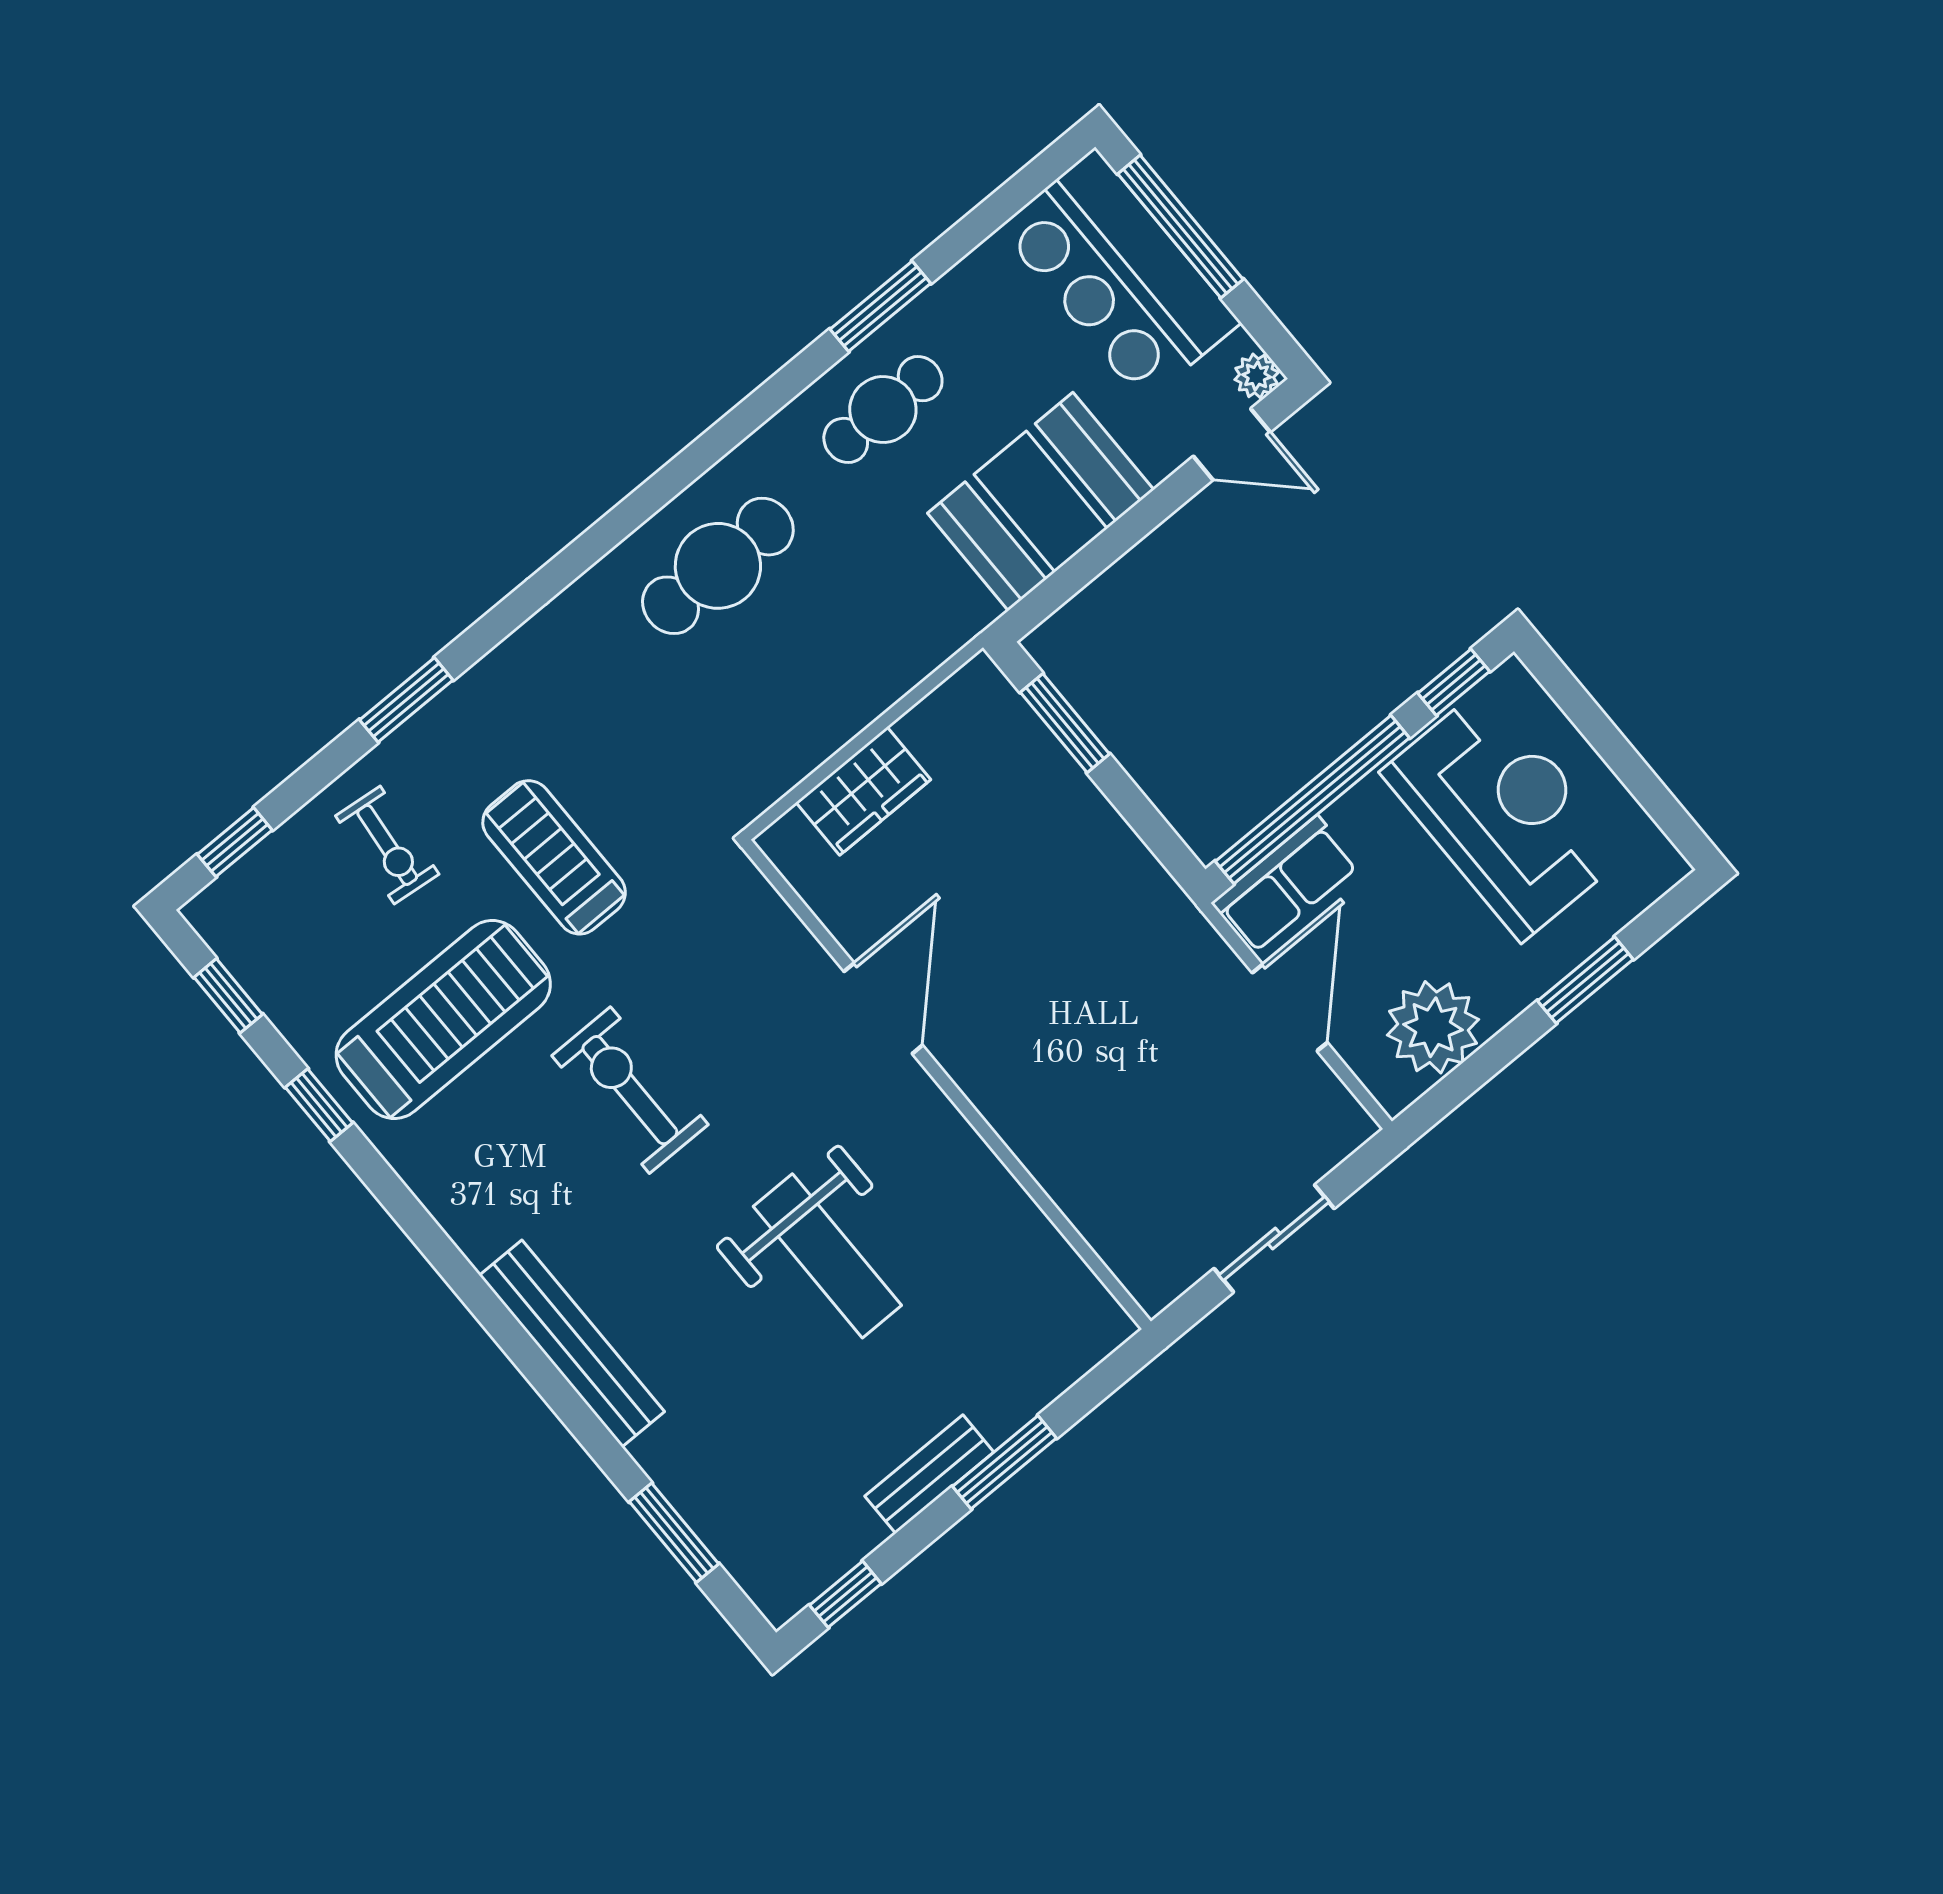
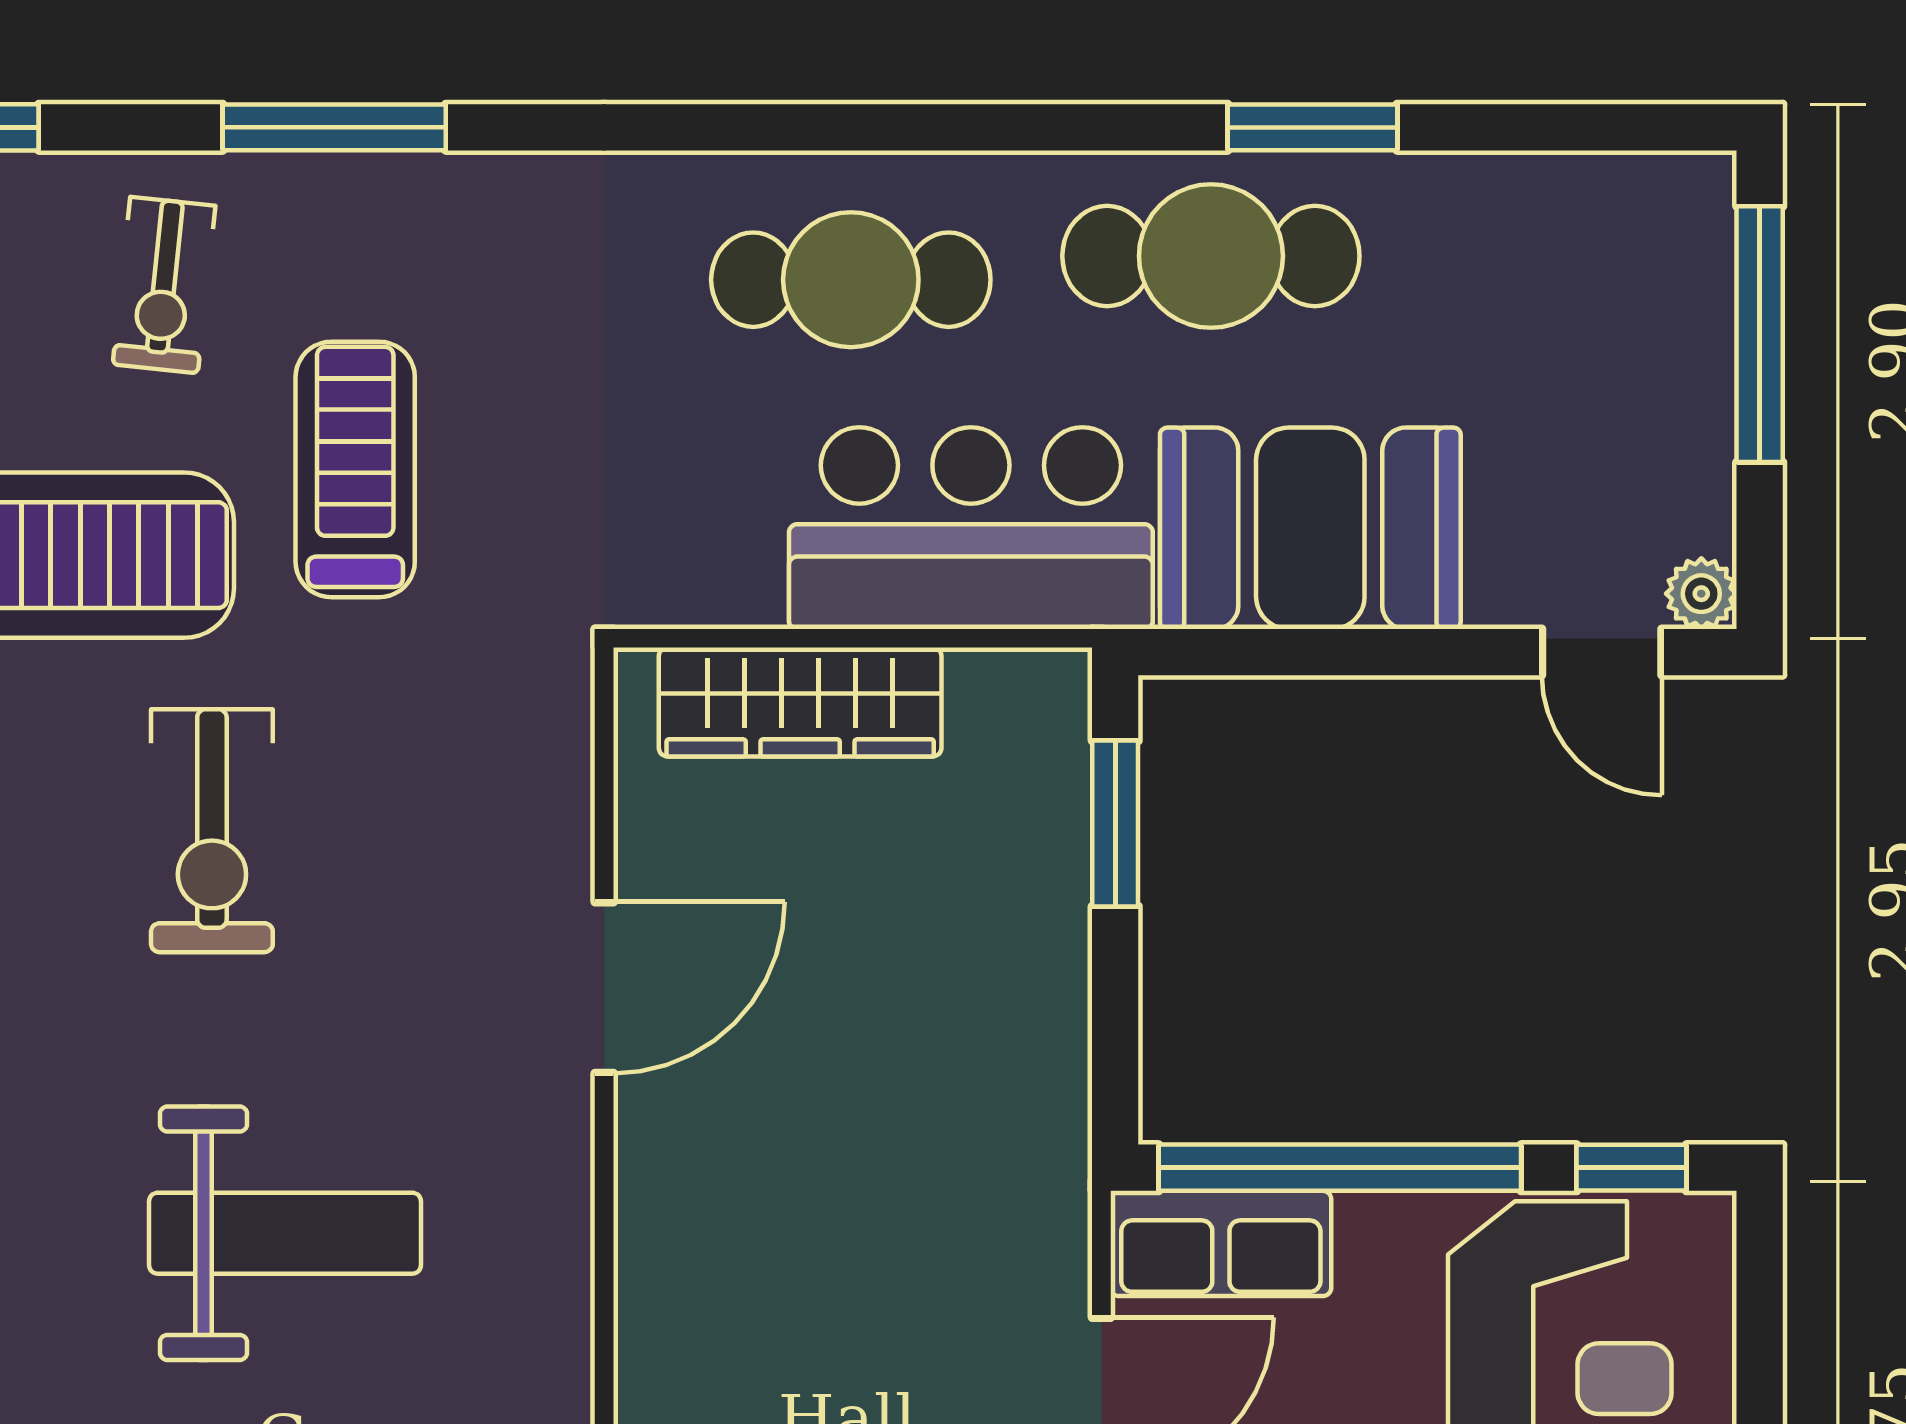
bar counter: (1119, 275) -> (971, 528), moved, turned 90
cafe table: (883, 410) -> (1211, 256), width x1.37, depth x1.35
window: (406, 700) -> (334, 127), width x1.44
wardrobe: (863, 791) -> (800, 702), width x1.50
exercise bike: (630, 1090) -> (212, 831), turned 180
weight bench: (827, 1256) -> (285, 1233), turned -90

